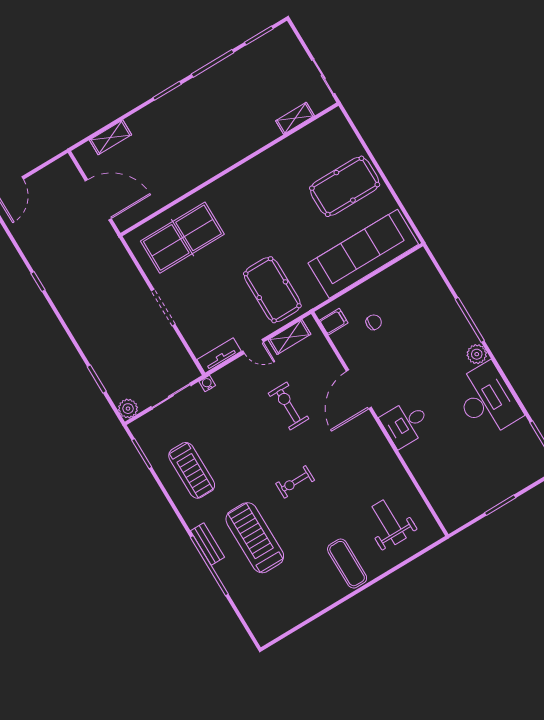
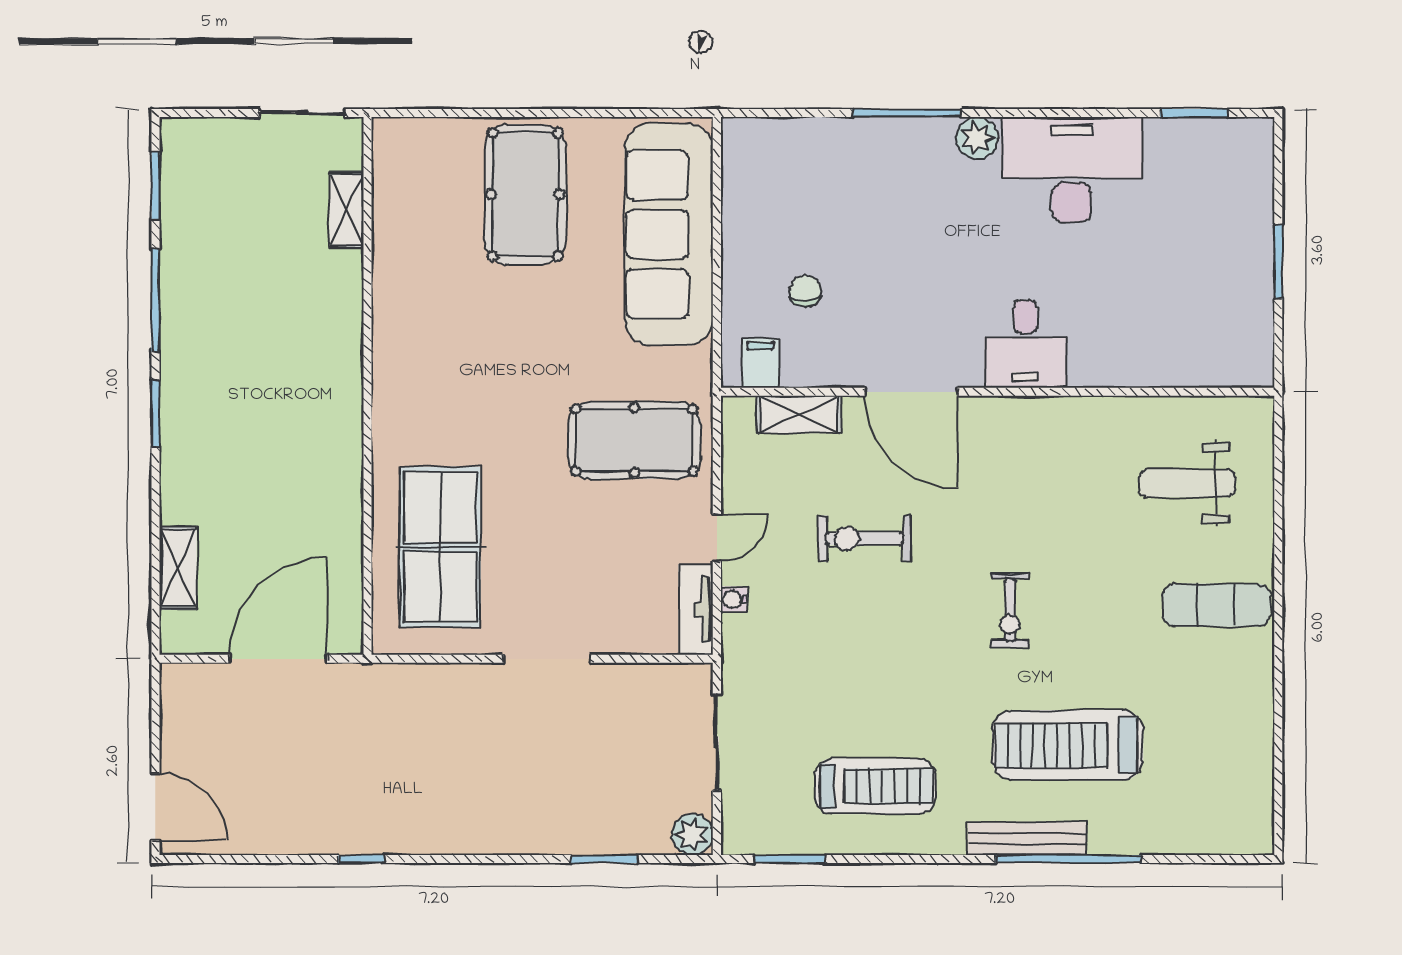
shelving: (289, 337) -> (799, 414), moved, turned 90
water cooler: (207, 384) -> (734, 600), moved
bench: (207, 544) -> (1027, 839), width x1.36

